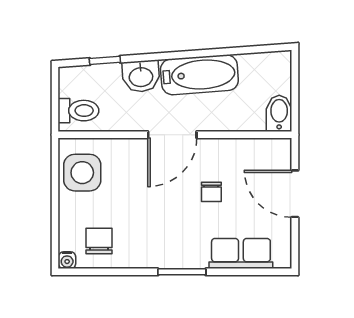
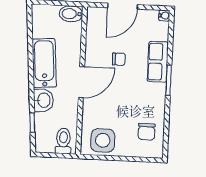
door: (172, 135) -> (81, 82), hinge flipped
chair: (99, 241) -> (147, 132), turned -90
row of seats: (241, 253) -> (158, 62), moved
water cooler: (67, 260) -> (164, 16), moved

